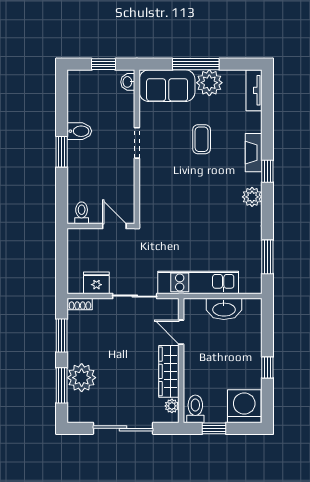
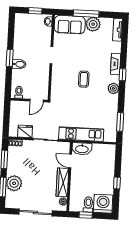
bidet: (79, 131) -> (19, 64), moved
coffee table: (202, 139) -> (84, 79), moved
door: (114, 226) -> (37, 100), swing flipped
washbasin: (224, 309) -> (82, 149), moved
toilet: (195, 409) -> (88, 204), moved

